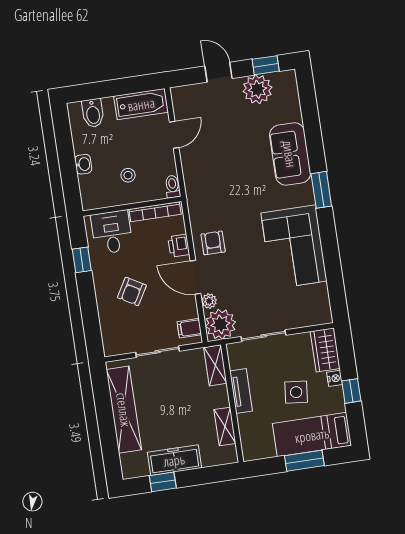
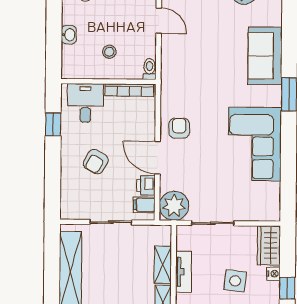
door: (174, 135) -> (159, 21), hinge flipped
printer: (179, 246) -> (146, 185), moved
plant: (209, 301) -> (167, 182), removed
shelving: (215, 365) -> (163, 265), moved

